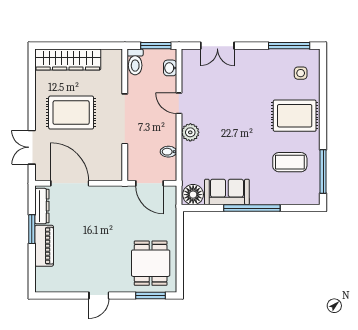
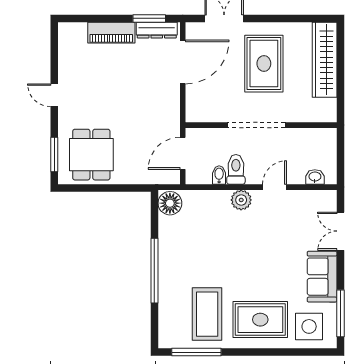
window: (156, 46) -> (340, 161), removed
toilet: (135, 62) -> (236, 169), moved, turned 90
side table: (301, 73) -> (309, 326), width x1.87, depth x1.87
rug: (295, 116) -> (260, 320), turned 90
coffee table: (290, 162) -> (207, 314), width x1.36, depth x1.32
sofa: (227, 192) -> (322, 277), moved, turned 180
window: (32, 229) -> (149, 18), moved
dining table: (151, 263) -> (91, 155), turned 90

